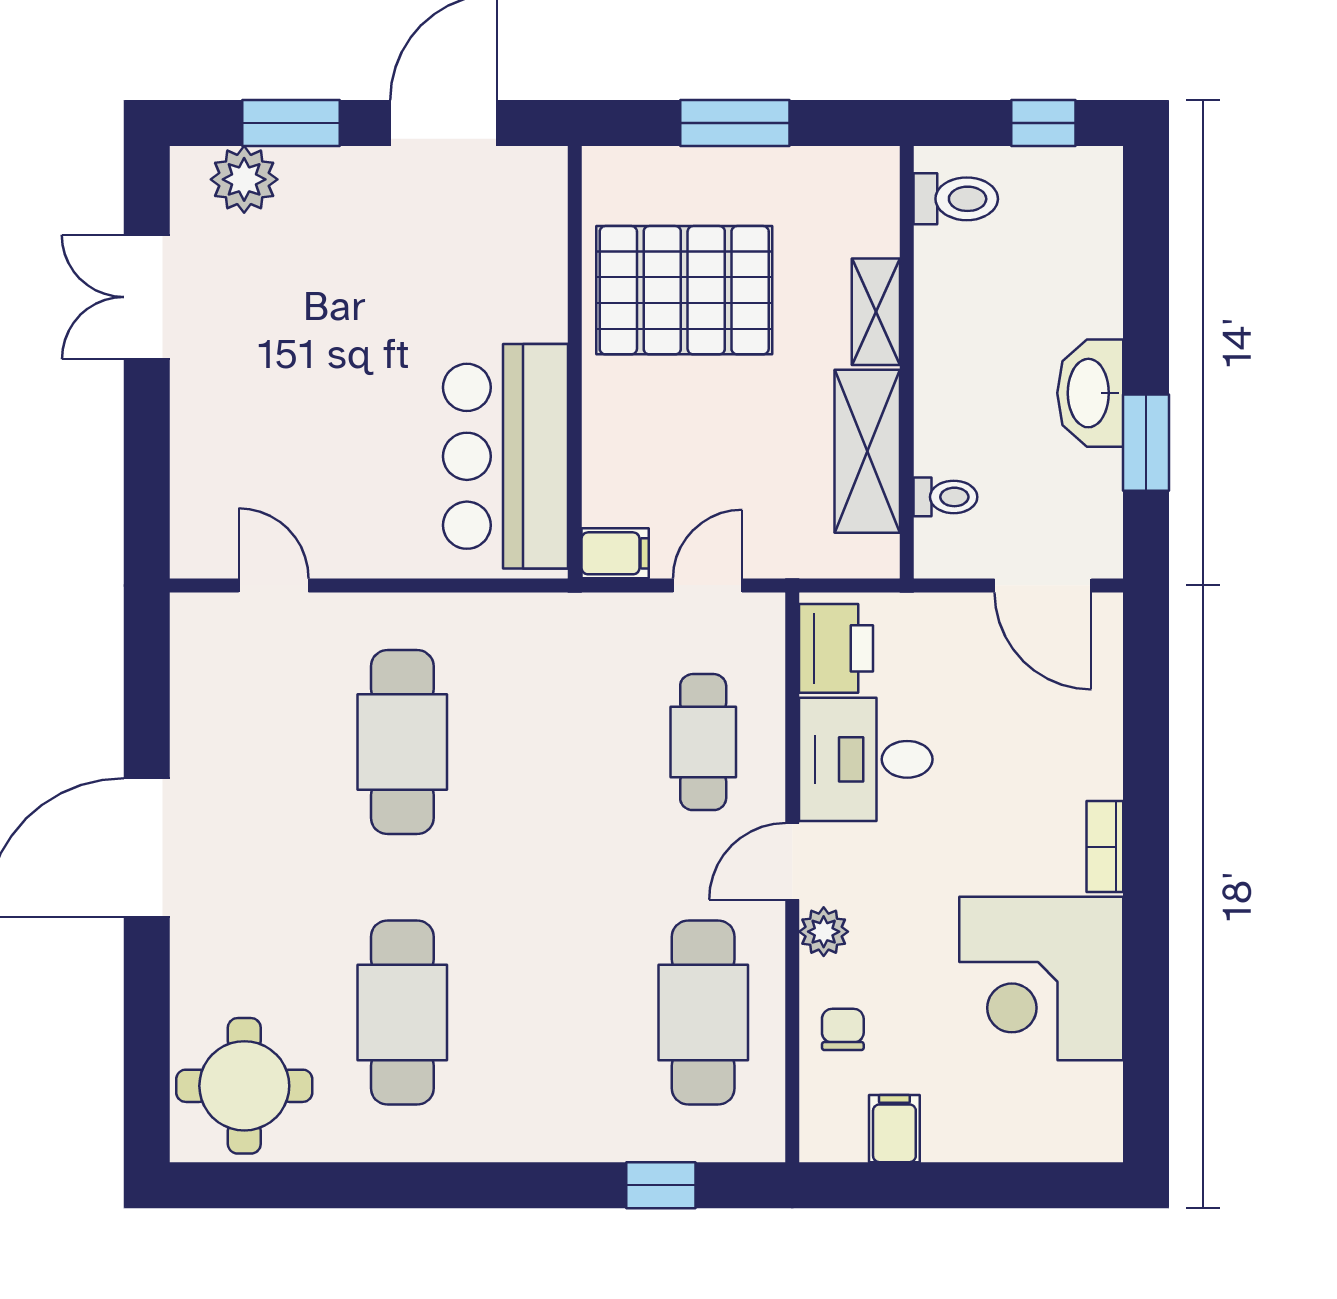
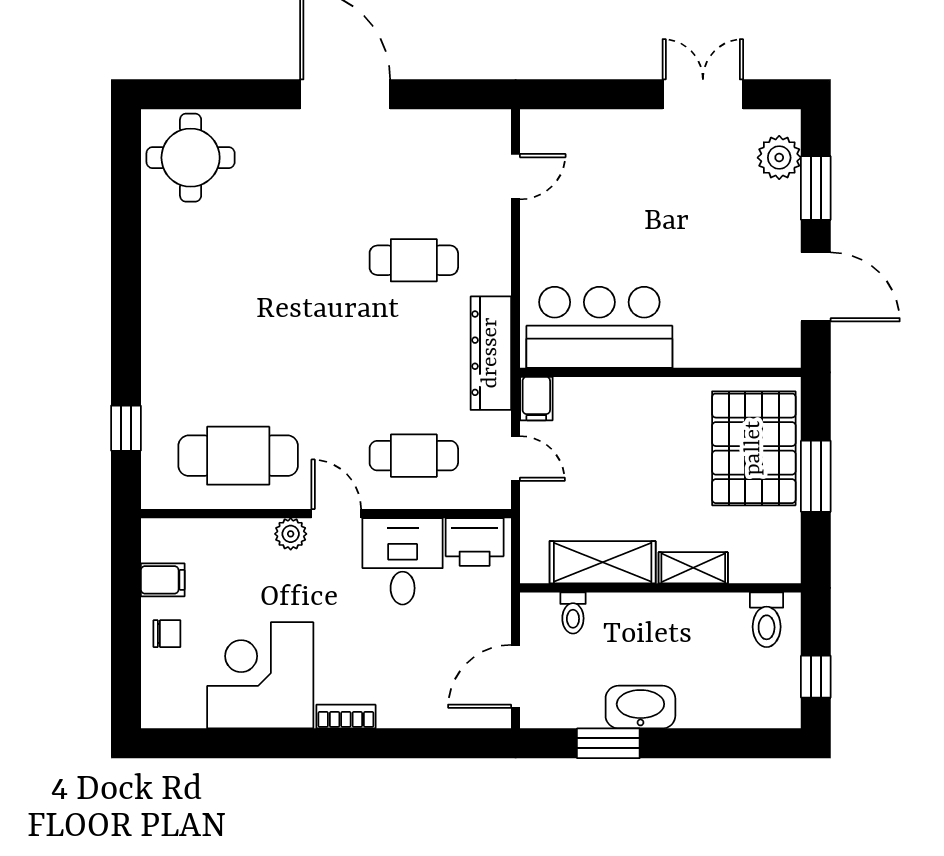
pallet: (684, 290) -> (754, 448), moved
dresser: (545, 623) -> (491, 353), added
cafe table: (402, 742) -> (414, 260), width x0.73, depth x0.74
cafe table: (402, 1013) -> (238, 260), removed
chair: (843, 1029) -> (167, 634), moved

